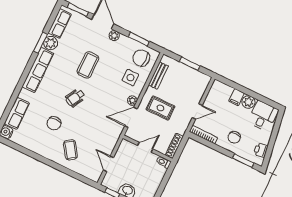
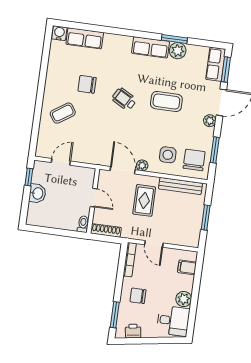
row of seats: (60, 24) -> (216, 64), moved, turned 90
row of seats: (38, 70) -> (151, 47), width x0.68
bench: (158, 76) -> (180, 186), width x1.36
filing cabinet: (237, 97) -> (187, 267), moved

